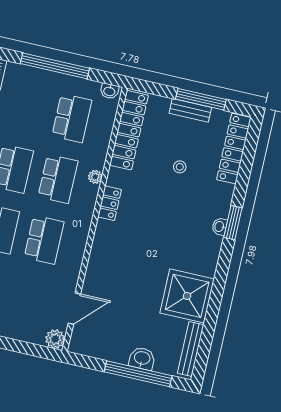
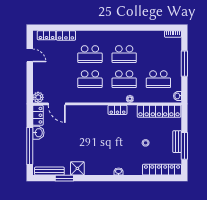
window: (55, 66) -> (184, 64), width x0.68
window: (233, 223) -> (64, 178), moved
shower: (187, 296) -> (77, 168), width x0.54, depth x0.54
locker: (87, 347) -> (38, 115), added
washbasin: (142, 359) -> (38, 133), moved

